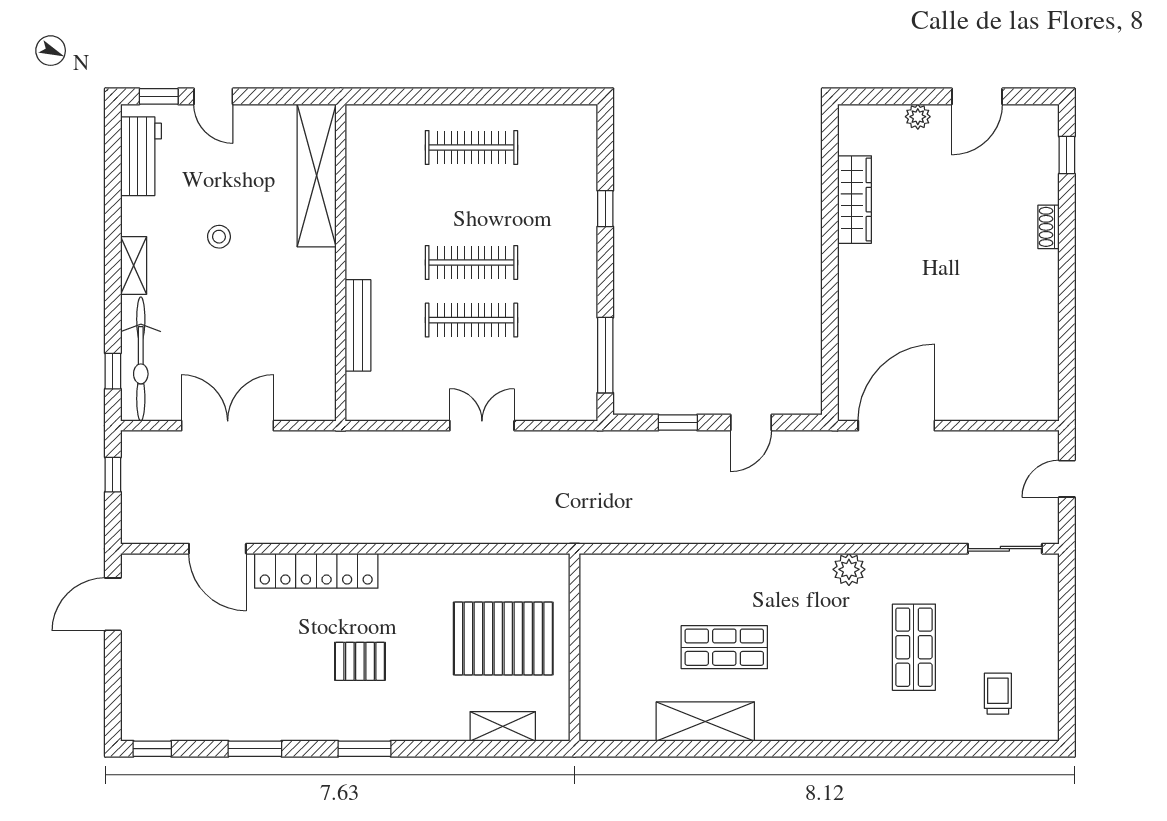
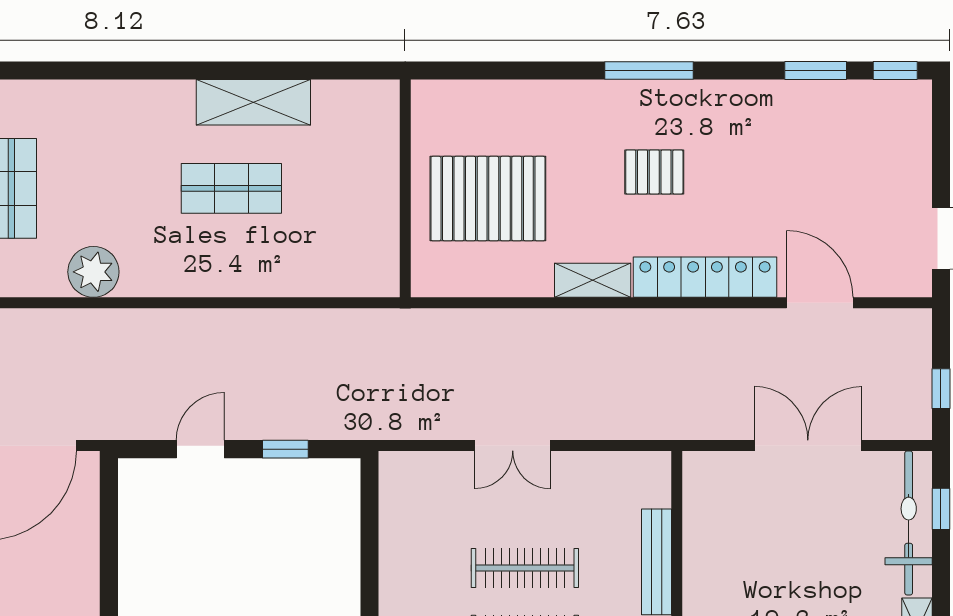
window: (605, 355) -> (370, 527), removed
double door: (228, 426) -> (808, 446), swing flipped
plant: (849, 569) -> (93, 272), width x1.36, depth x1.36
shelving: (503, 726) -> (593, 280), moved
window: (255, 749) -> (816, 71), moved
window: (364, 749) -> (649, 71), width x1.44

